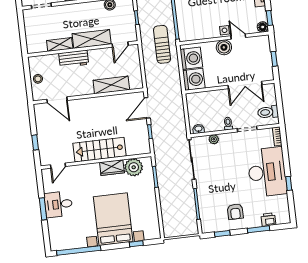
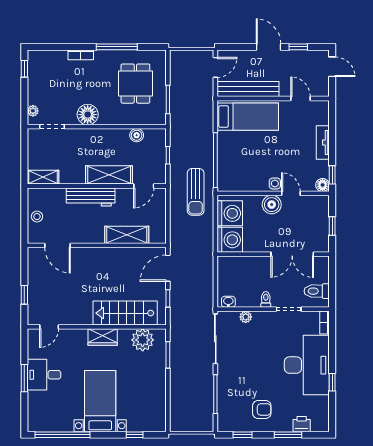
sun lounger: (162, 44) -> (196, 192), turned 180
shelving: (60, 45) -> (43, 177), moved
workbench: (74, 59) -> (91, 197), width x1.37
stairs: (99, 150) -> (125, 313), moved
wardrobe: (112, 168) -> (103, 337), moved
armchair: (235, 212) -> (262, 410), turned -90
bed with nightstands: (113, 219) -> (100, 401), width x0.73

